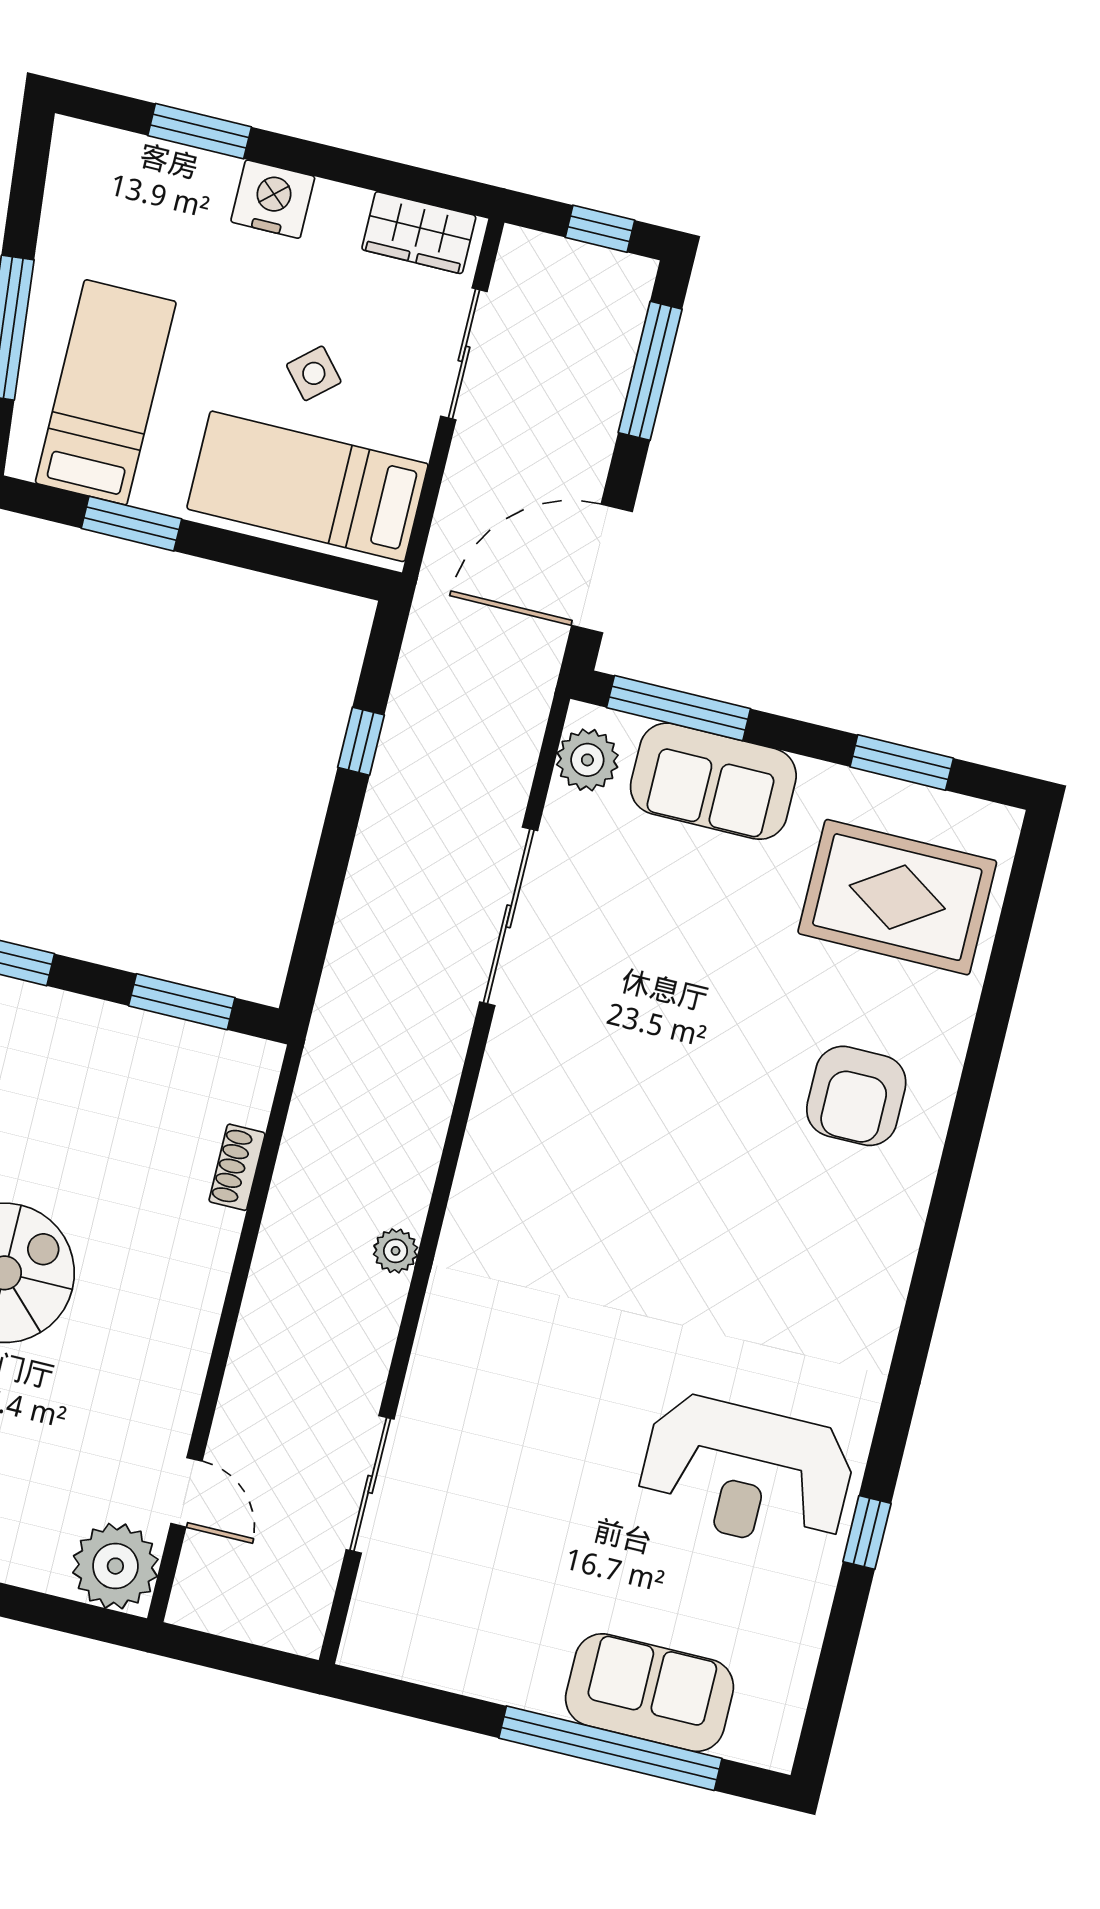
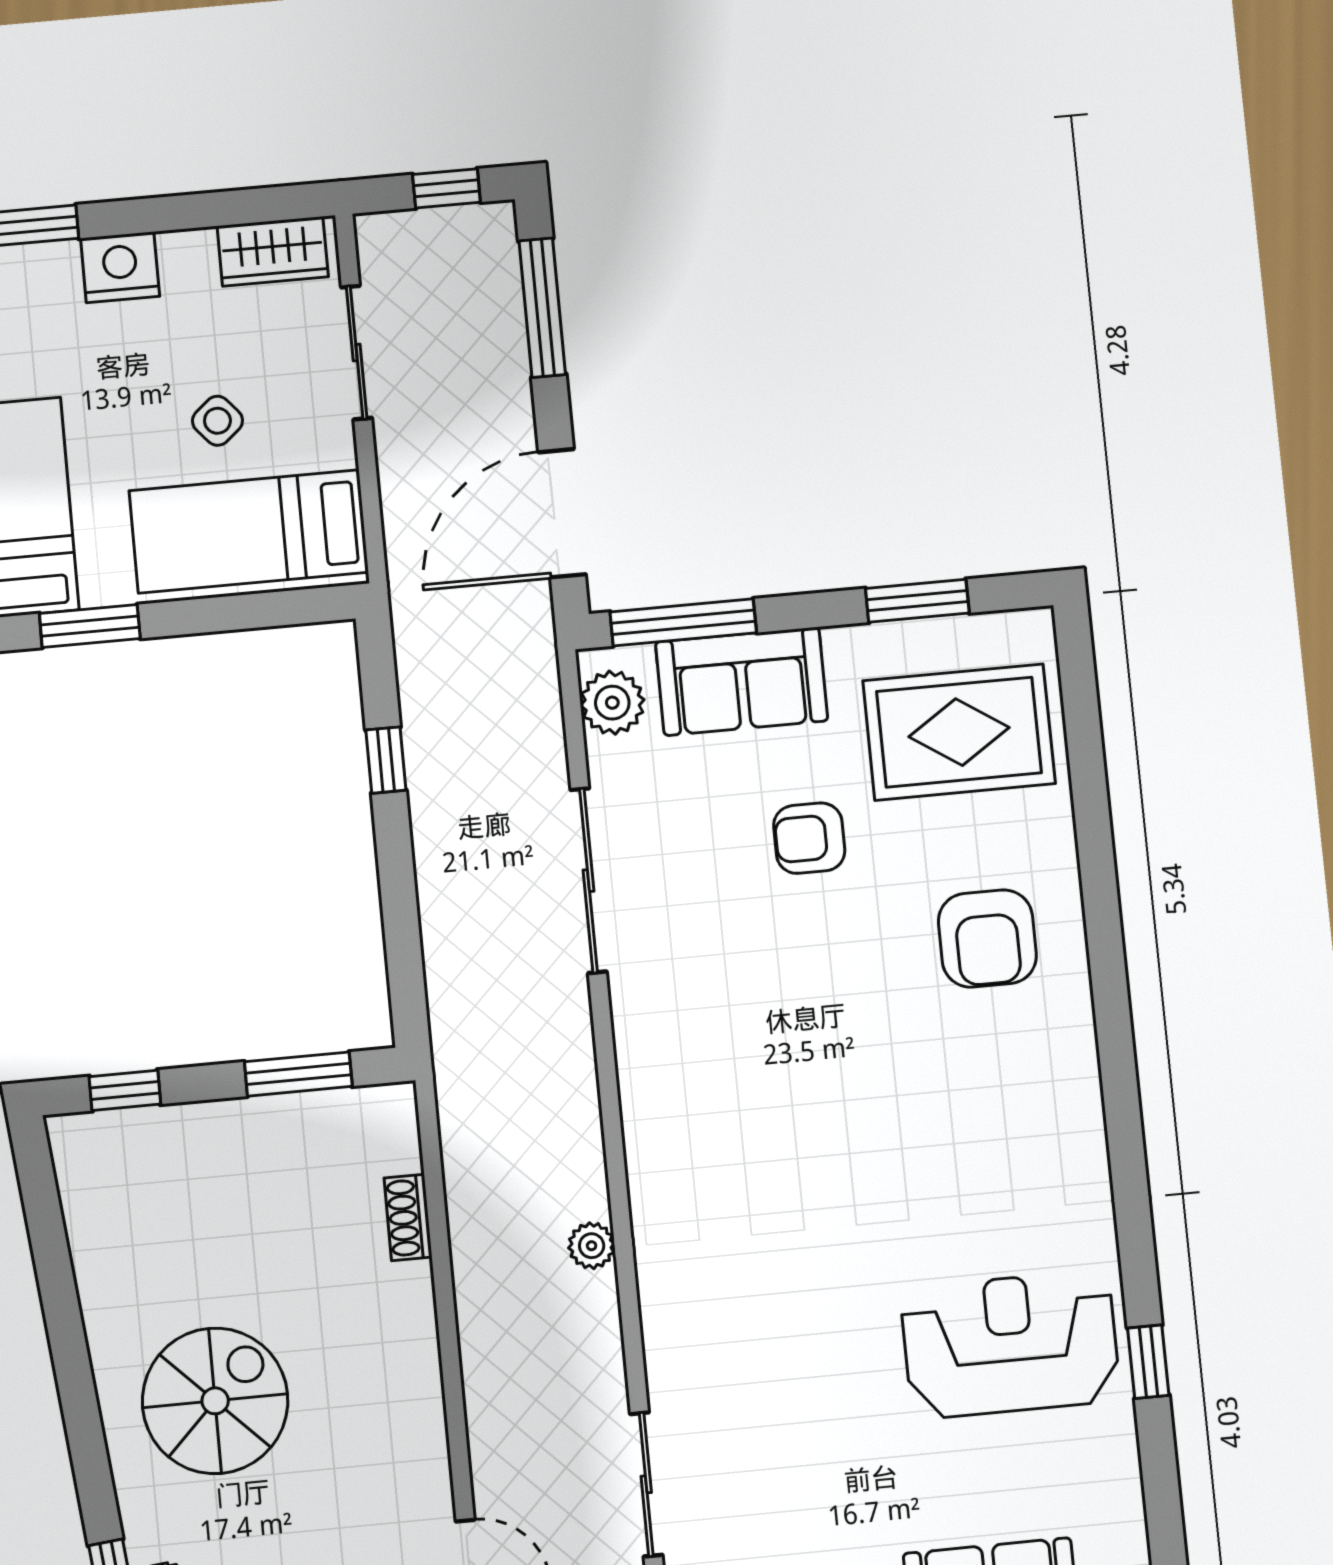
armchair: (725, 947) -> (809, 838), added
reception desk: (746, 1473) -> (1010, 1344), turned 180

